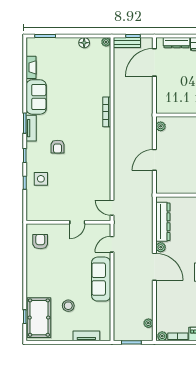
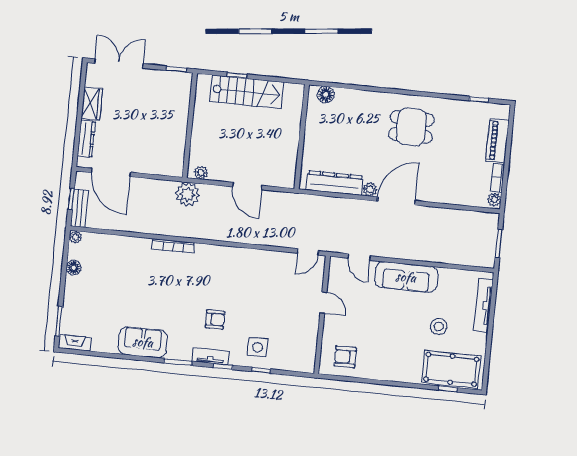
fireplace: (31, 67) -> (75, 343), moved
tv unit: (31, 128) -> (210, 356), moved
plant: (148, 323) -> (188, 194), moved, width x1.88, depth x1.88
tv unit: (86, 336) -> (483, 305), width x1.41

